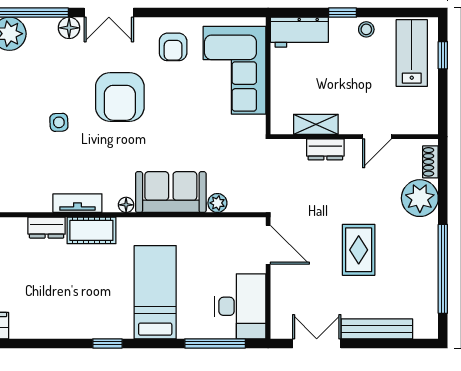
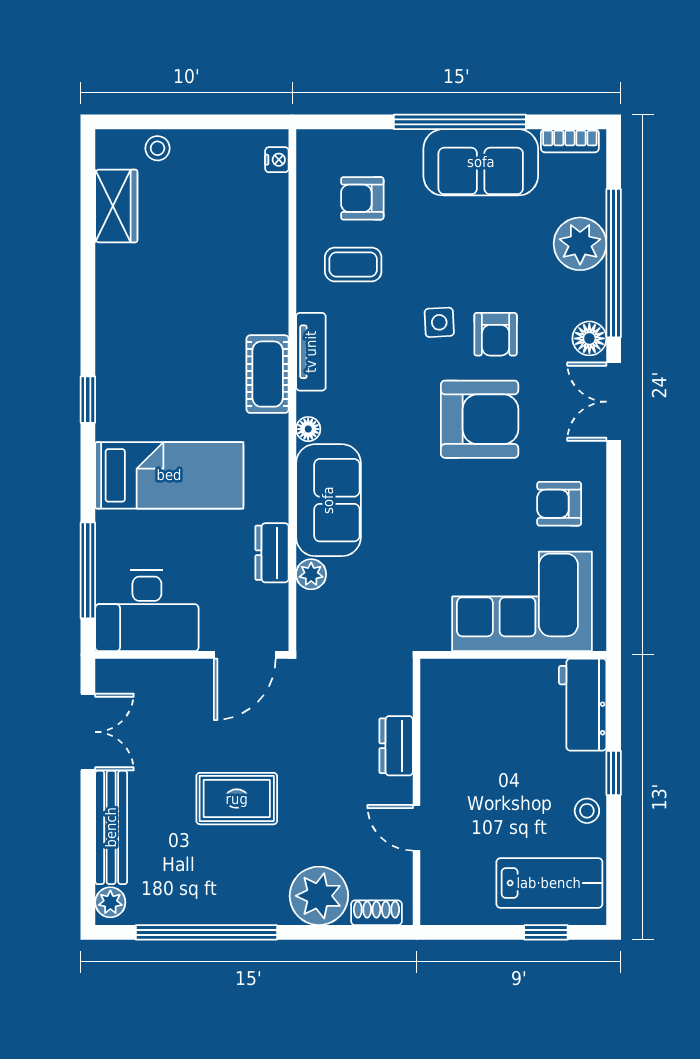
armchair: (66, 87) -> (496, 334), added
armchair: (120, 97) -> (480, 419), turned 180
shelving: (316, 124) -> (436, 731), removed
coffee table: (22, 177) -> (353, 264), added
dresser: (47, 228) -> (272, 553), moved
plant: (424, 329) -> (110, 902), added

